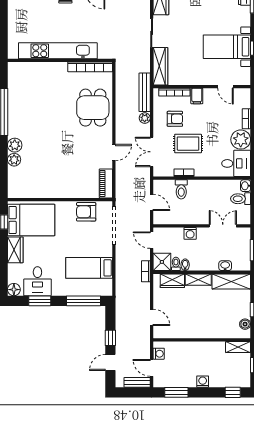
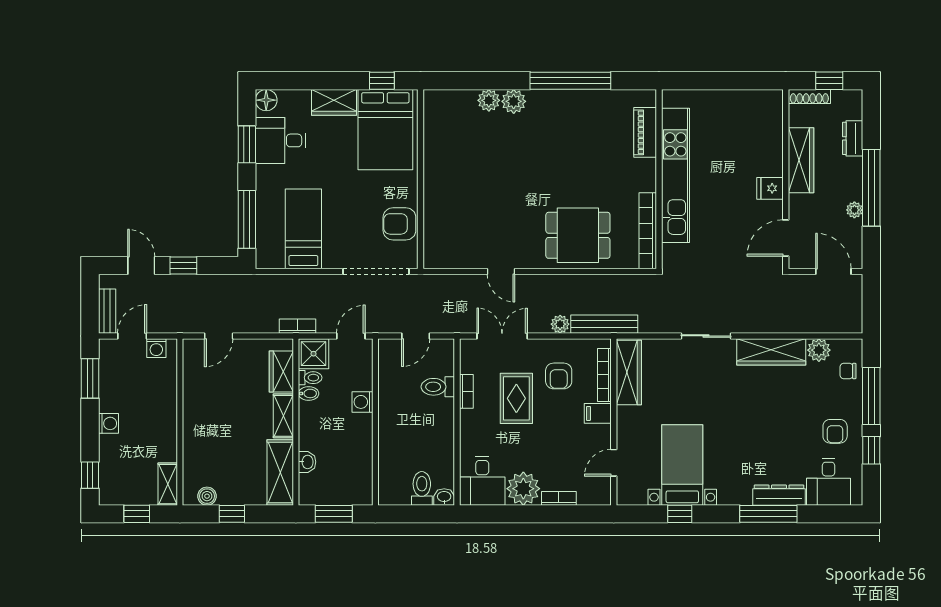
wardrobe: (160, 66) -> (629, 372), moved, turned -90
piano: (106, 183) -> (645, 132), moved, turned -90
armchair: (86, 212) -> (399, 224), turned -90
double door: (223, 226) -> (375, 458), removed

